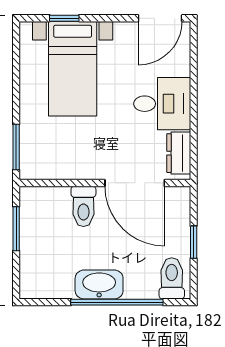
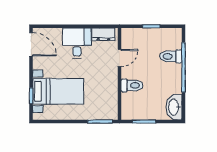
door: (135, 183) -> (120, 58), width x0.53
toilet: (172, 278) -> (171, 56), moved
washbasin: (99, 284) -> (174, 107), moved

